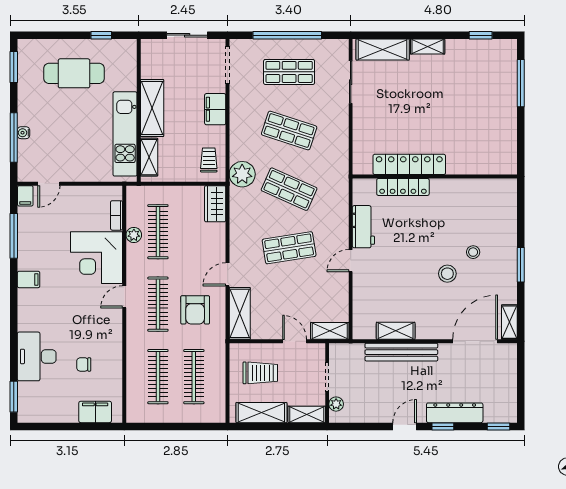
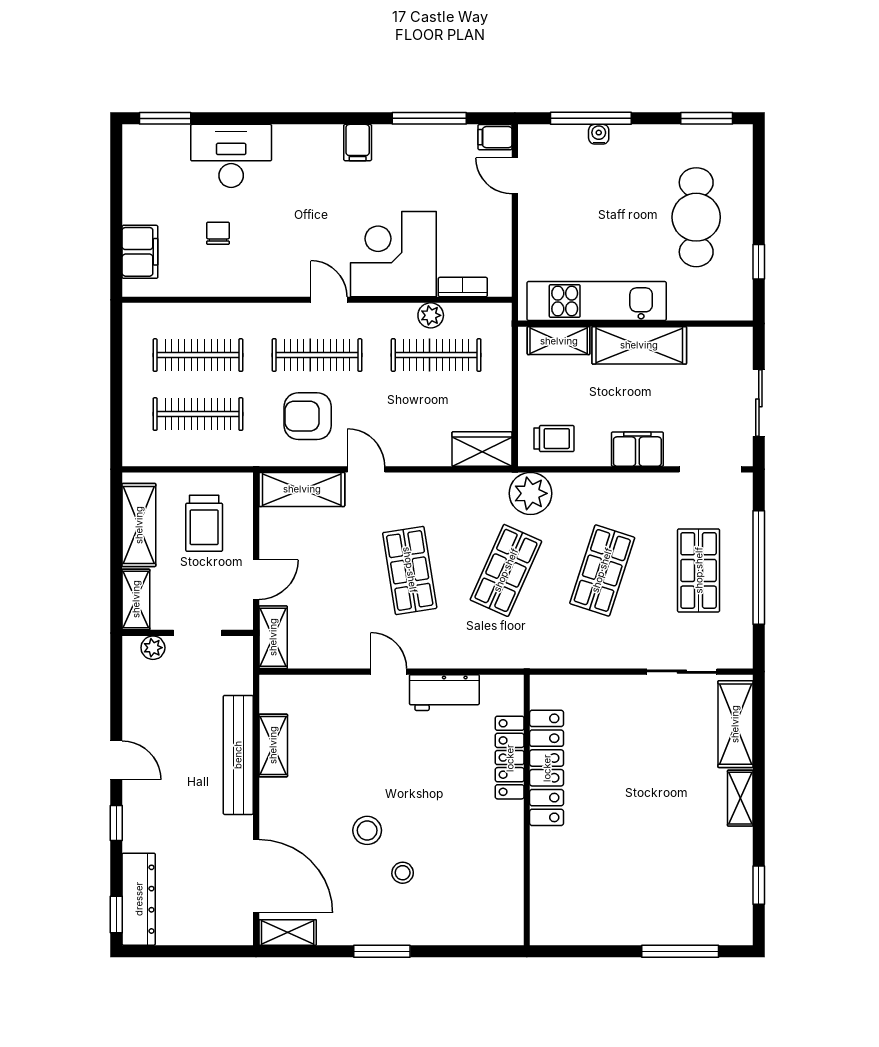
dresser: (455, 413) -> (139, 899), moved

